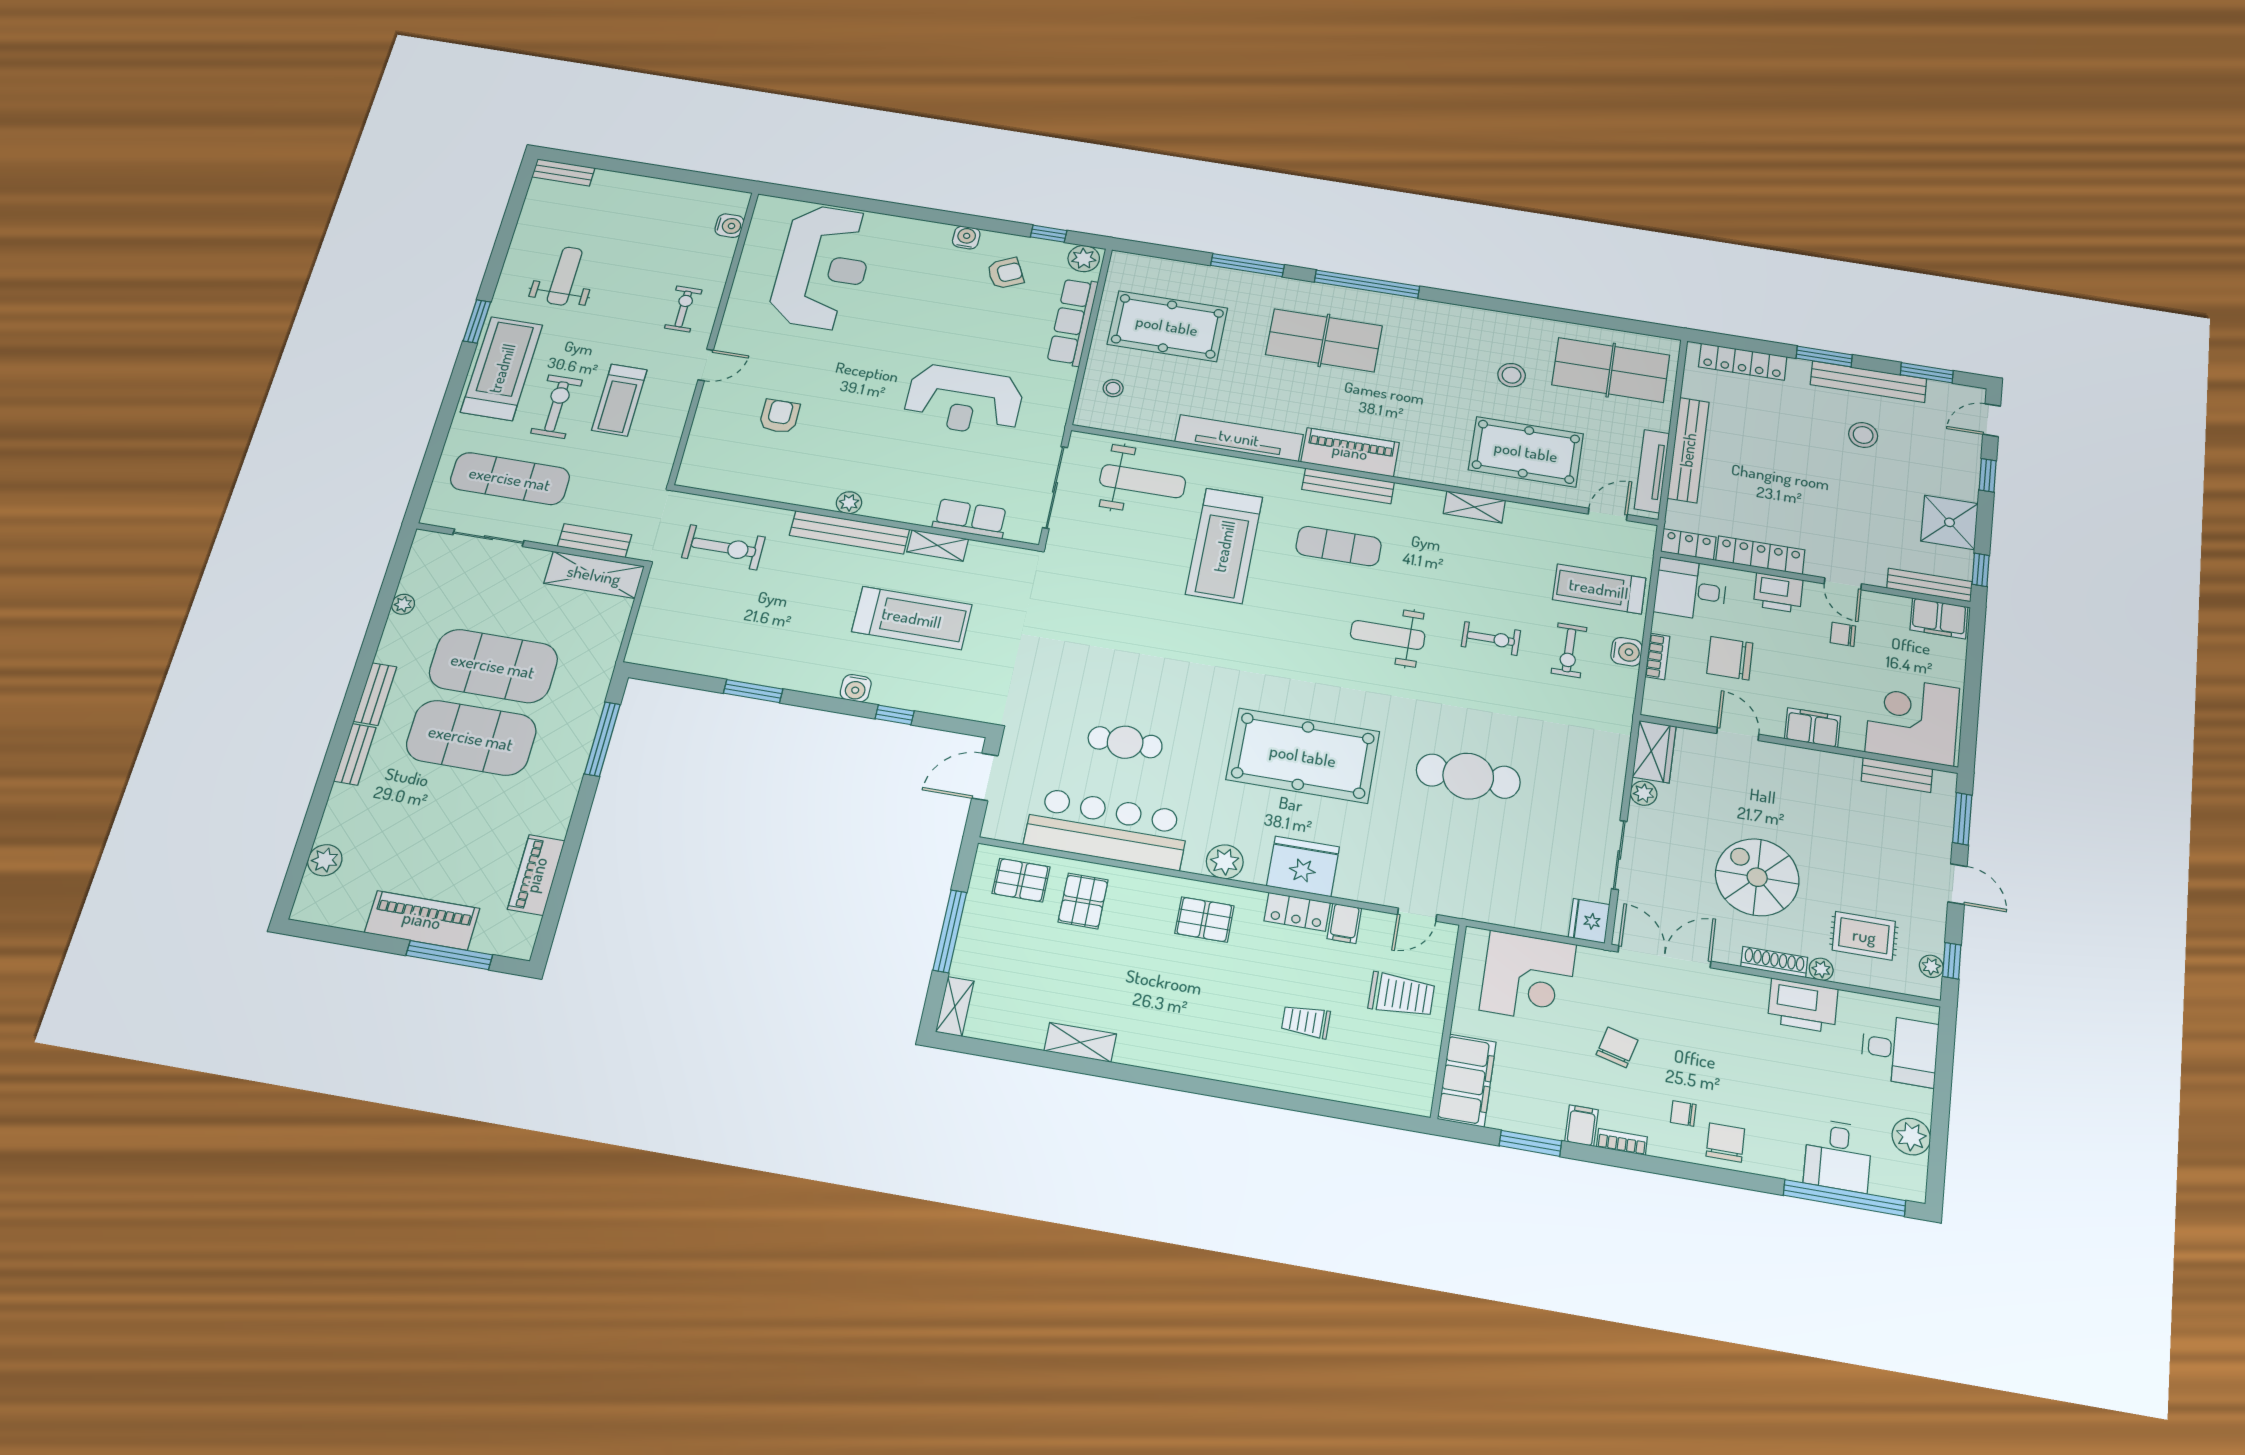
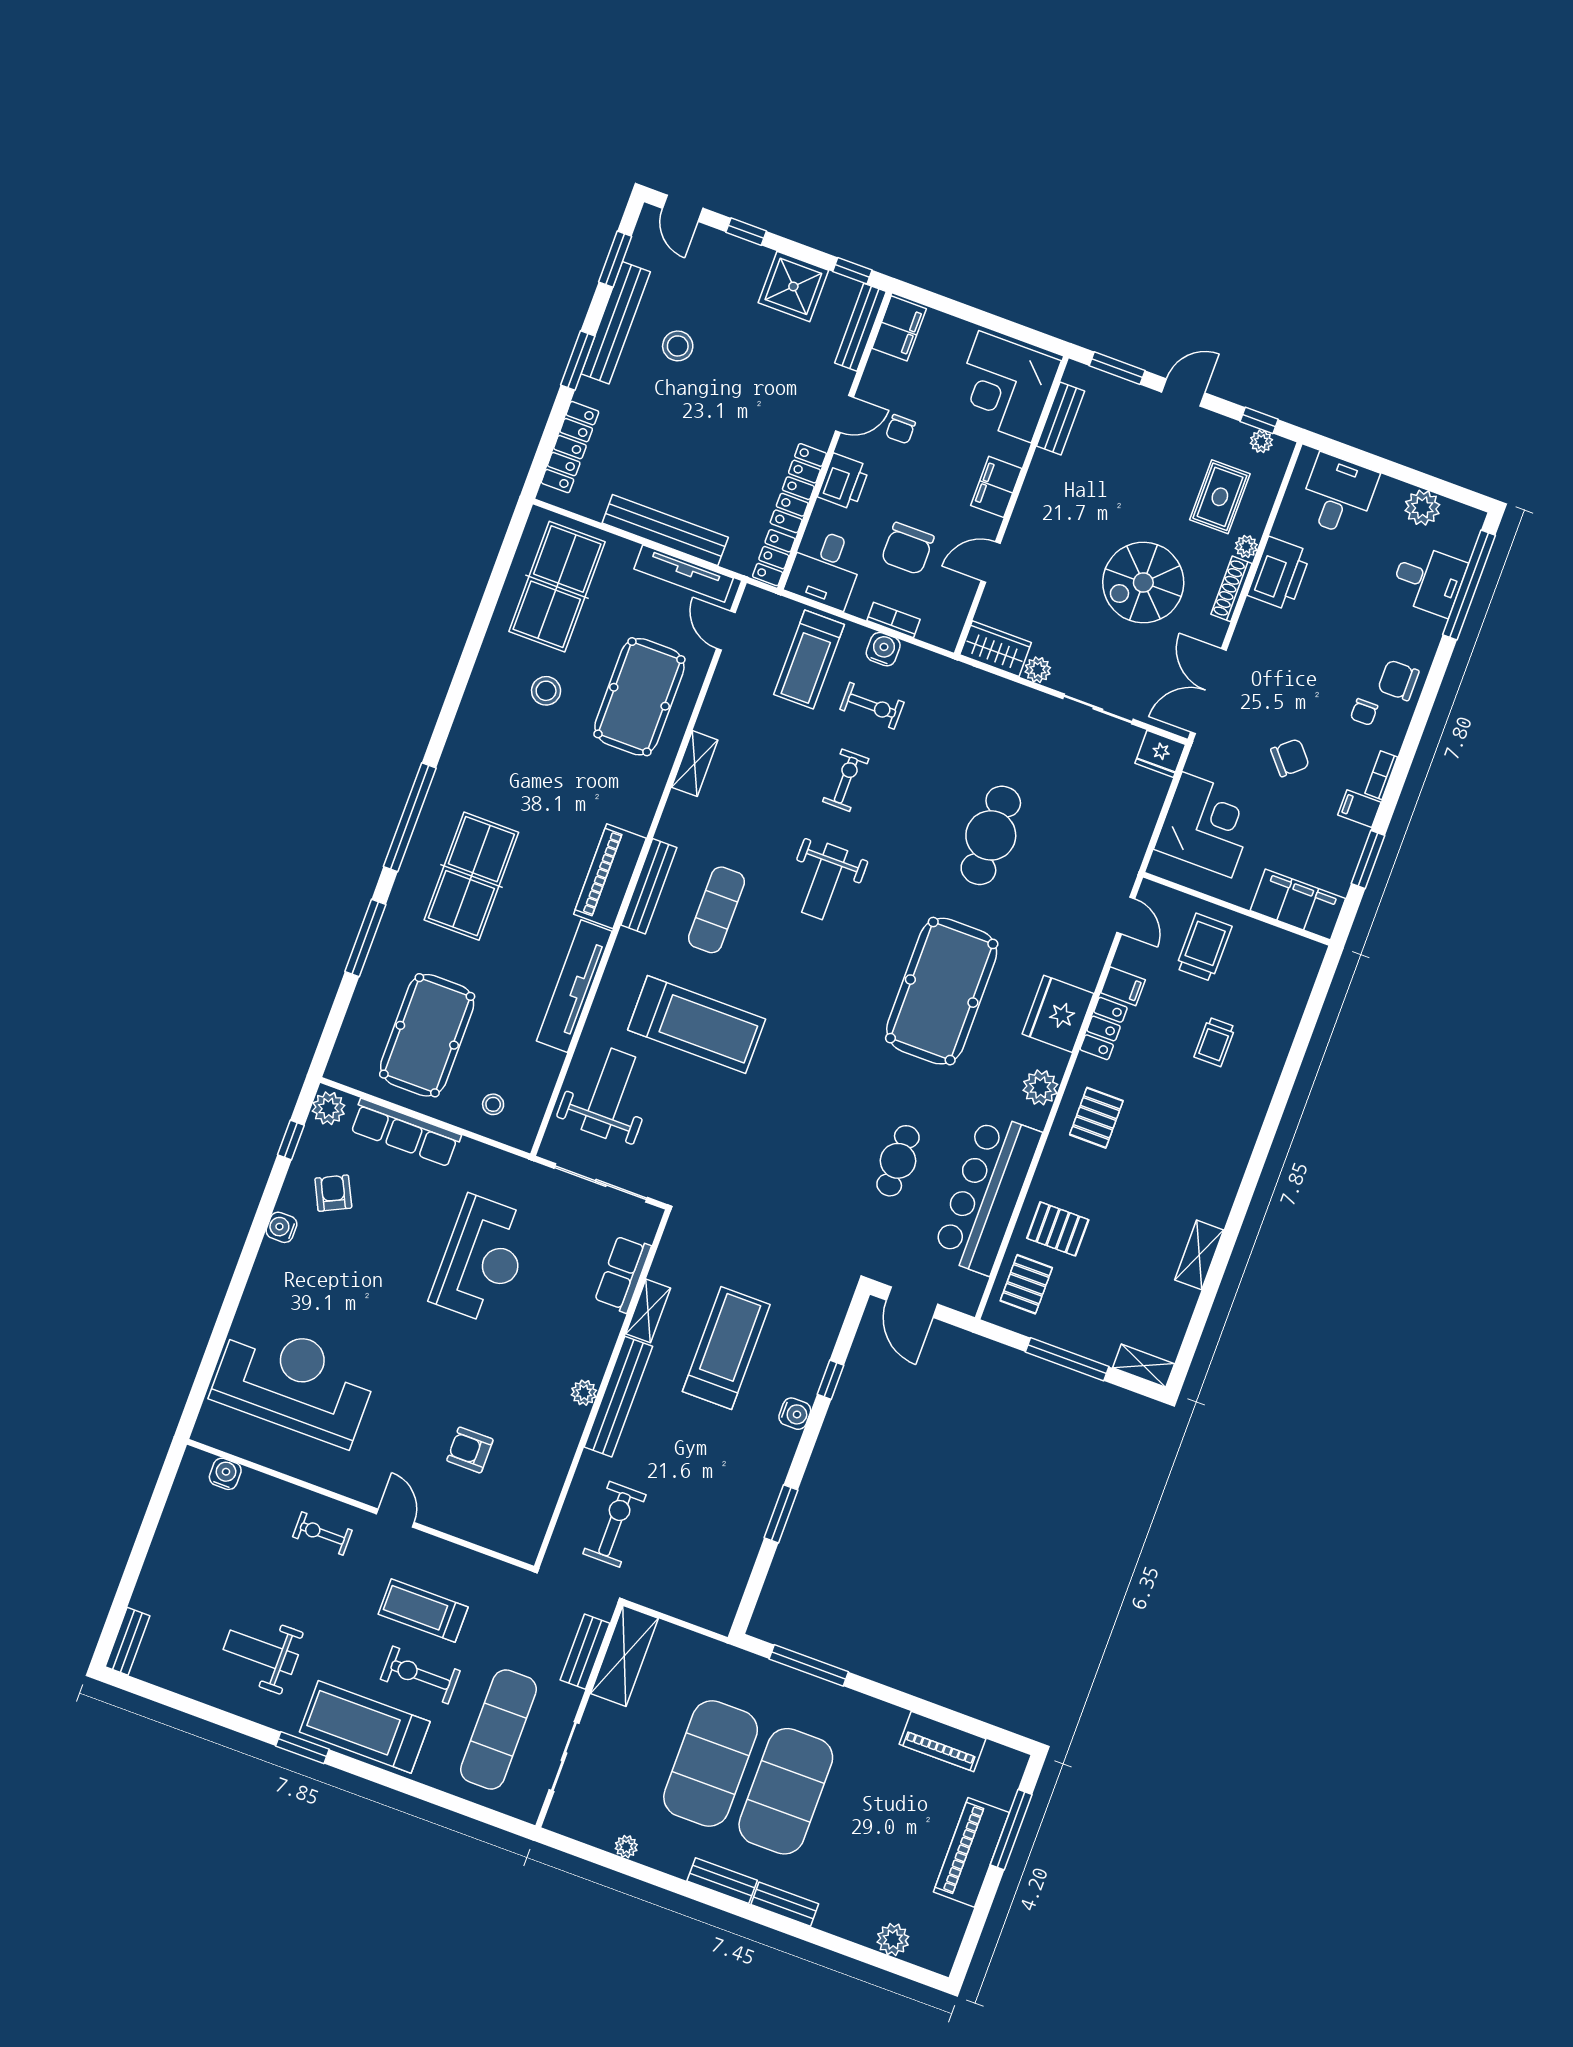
treadmill: (619, 400) -> (423, 1611), turned 180
chair: (1617, 1047) -> (1290, 758), turned 124

